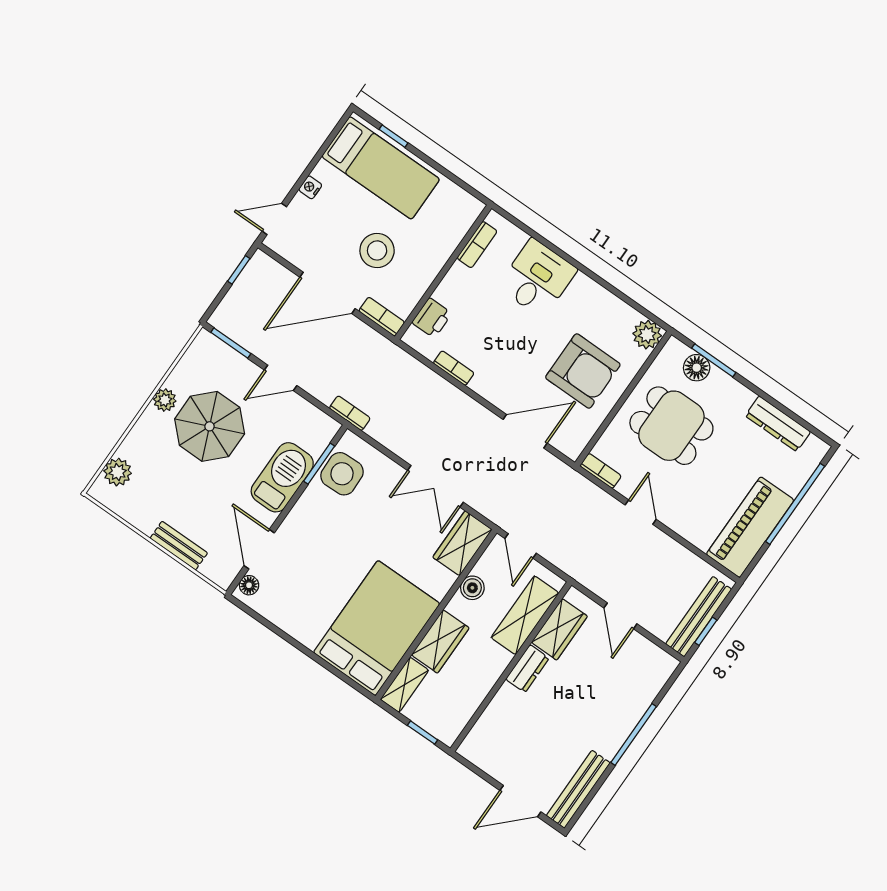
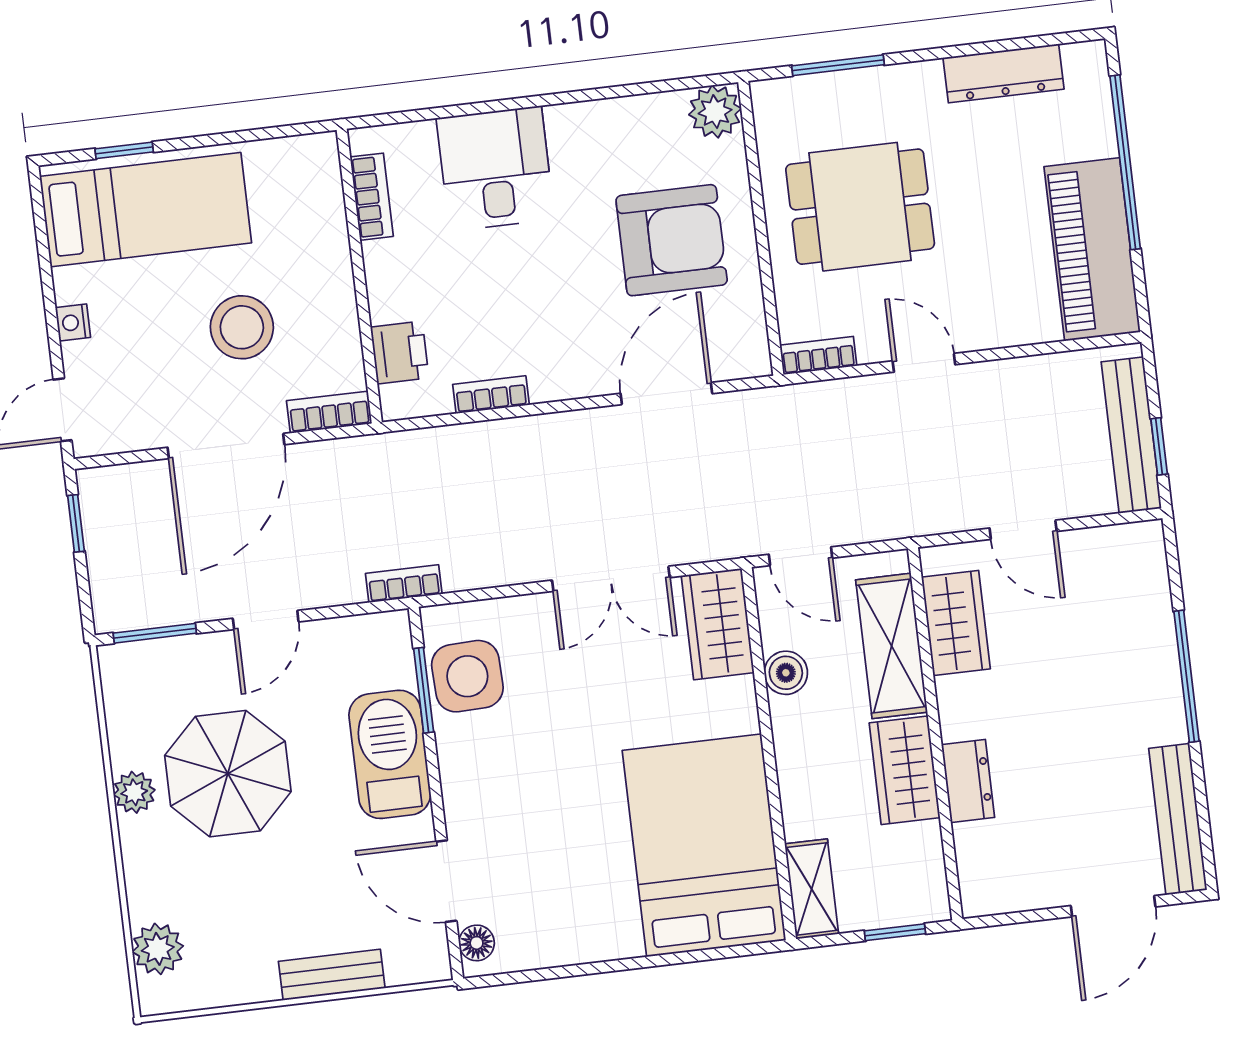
floor lamp: (697, 368) -> (823, 96), removed
wardrobe: (440, 641) -> (905, 770), moved, turned 180
dresser: (527, 669) -> (968, 781), moved

